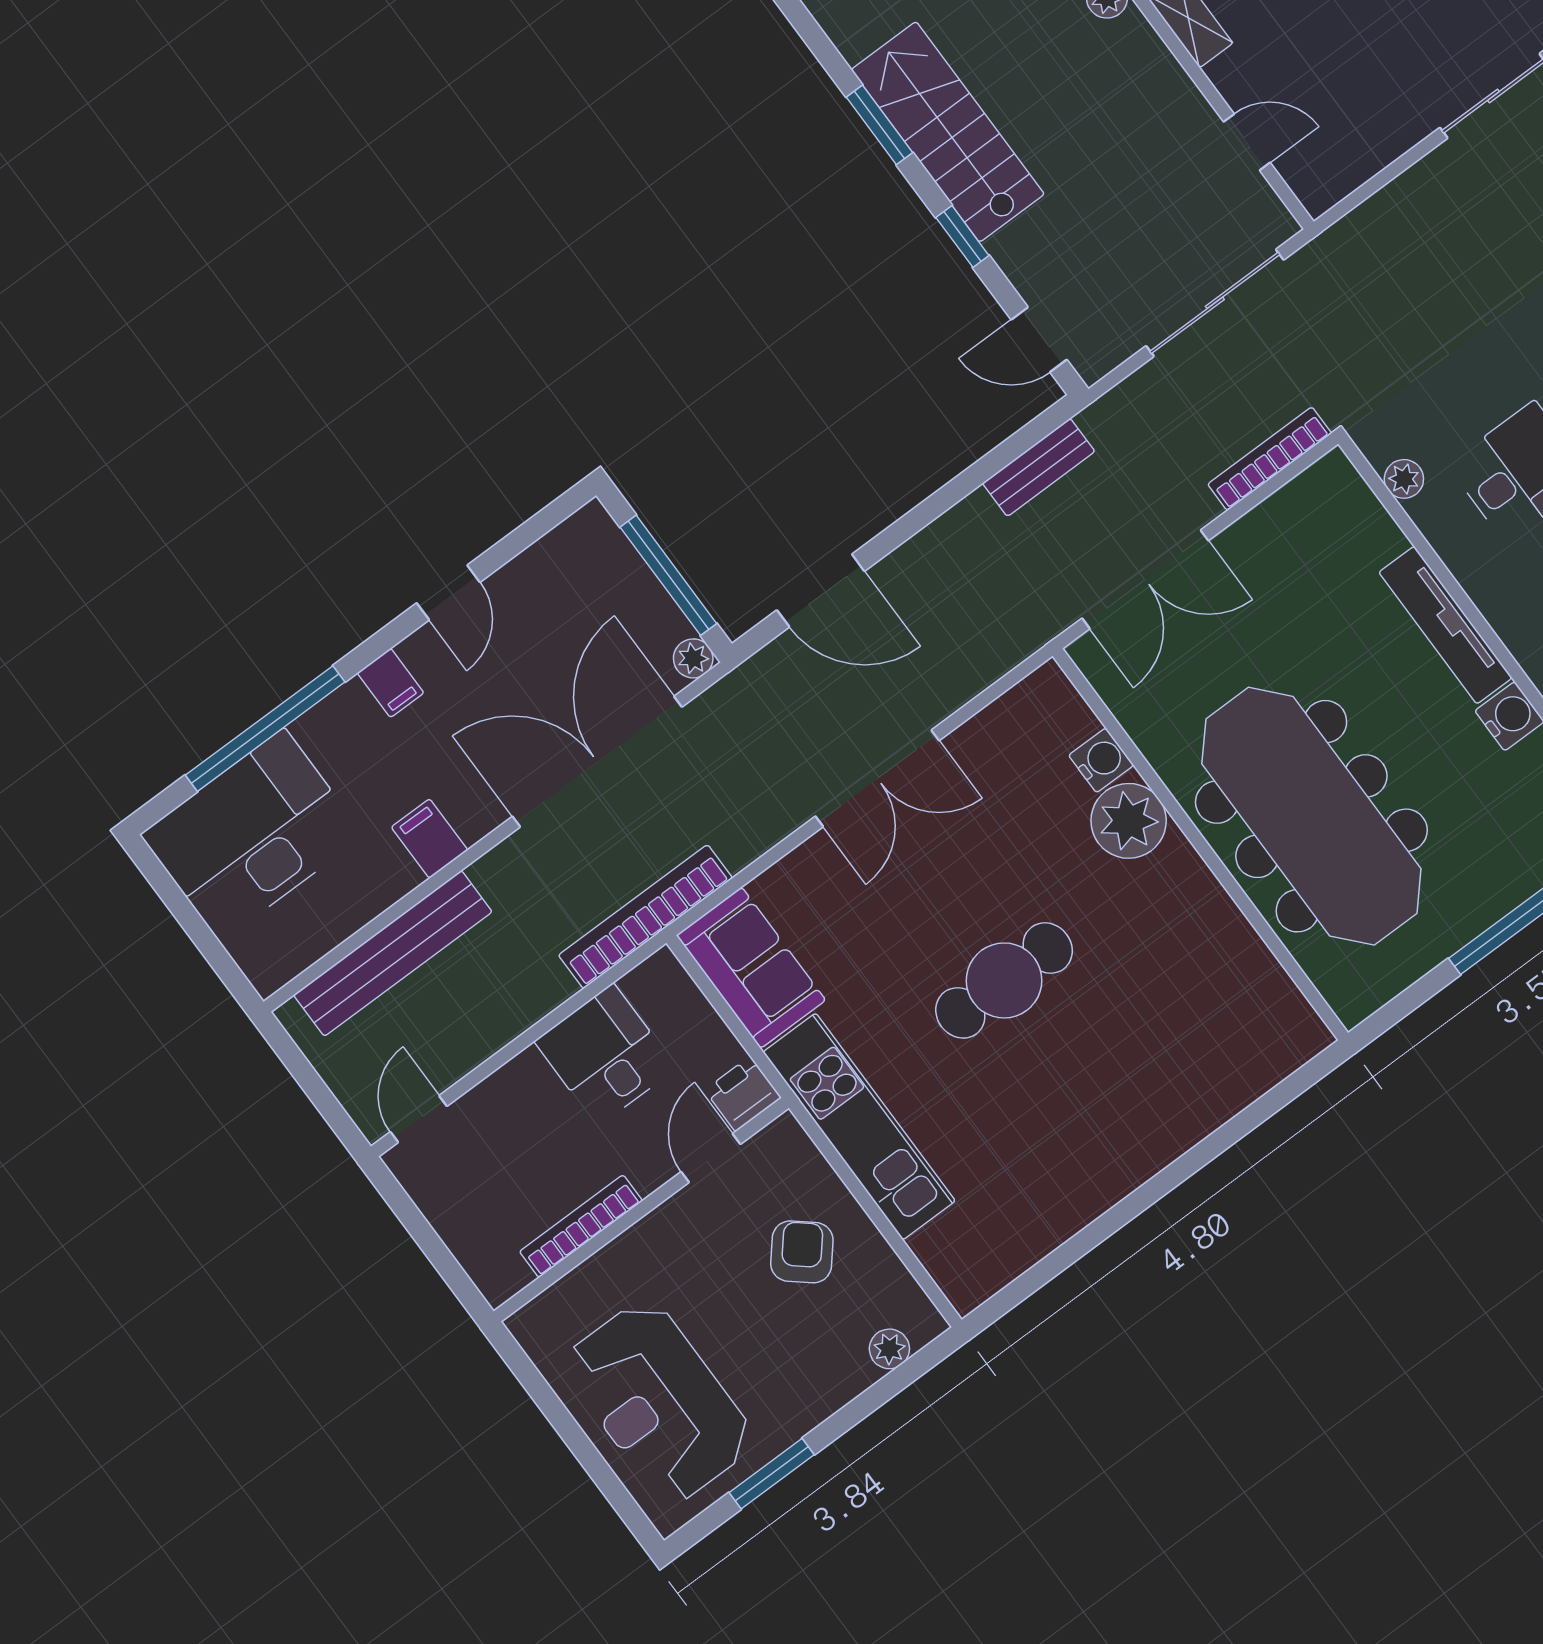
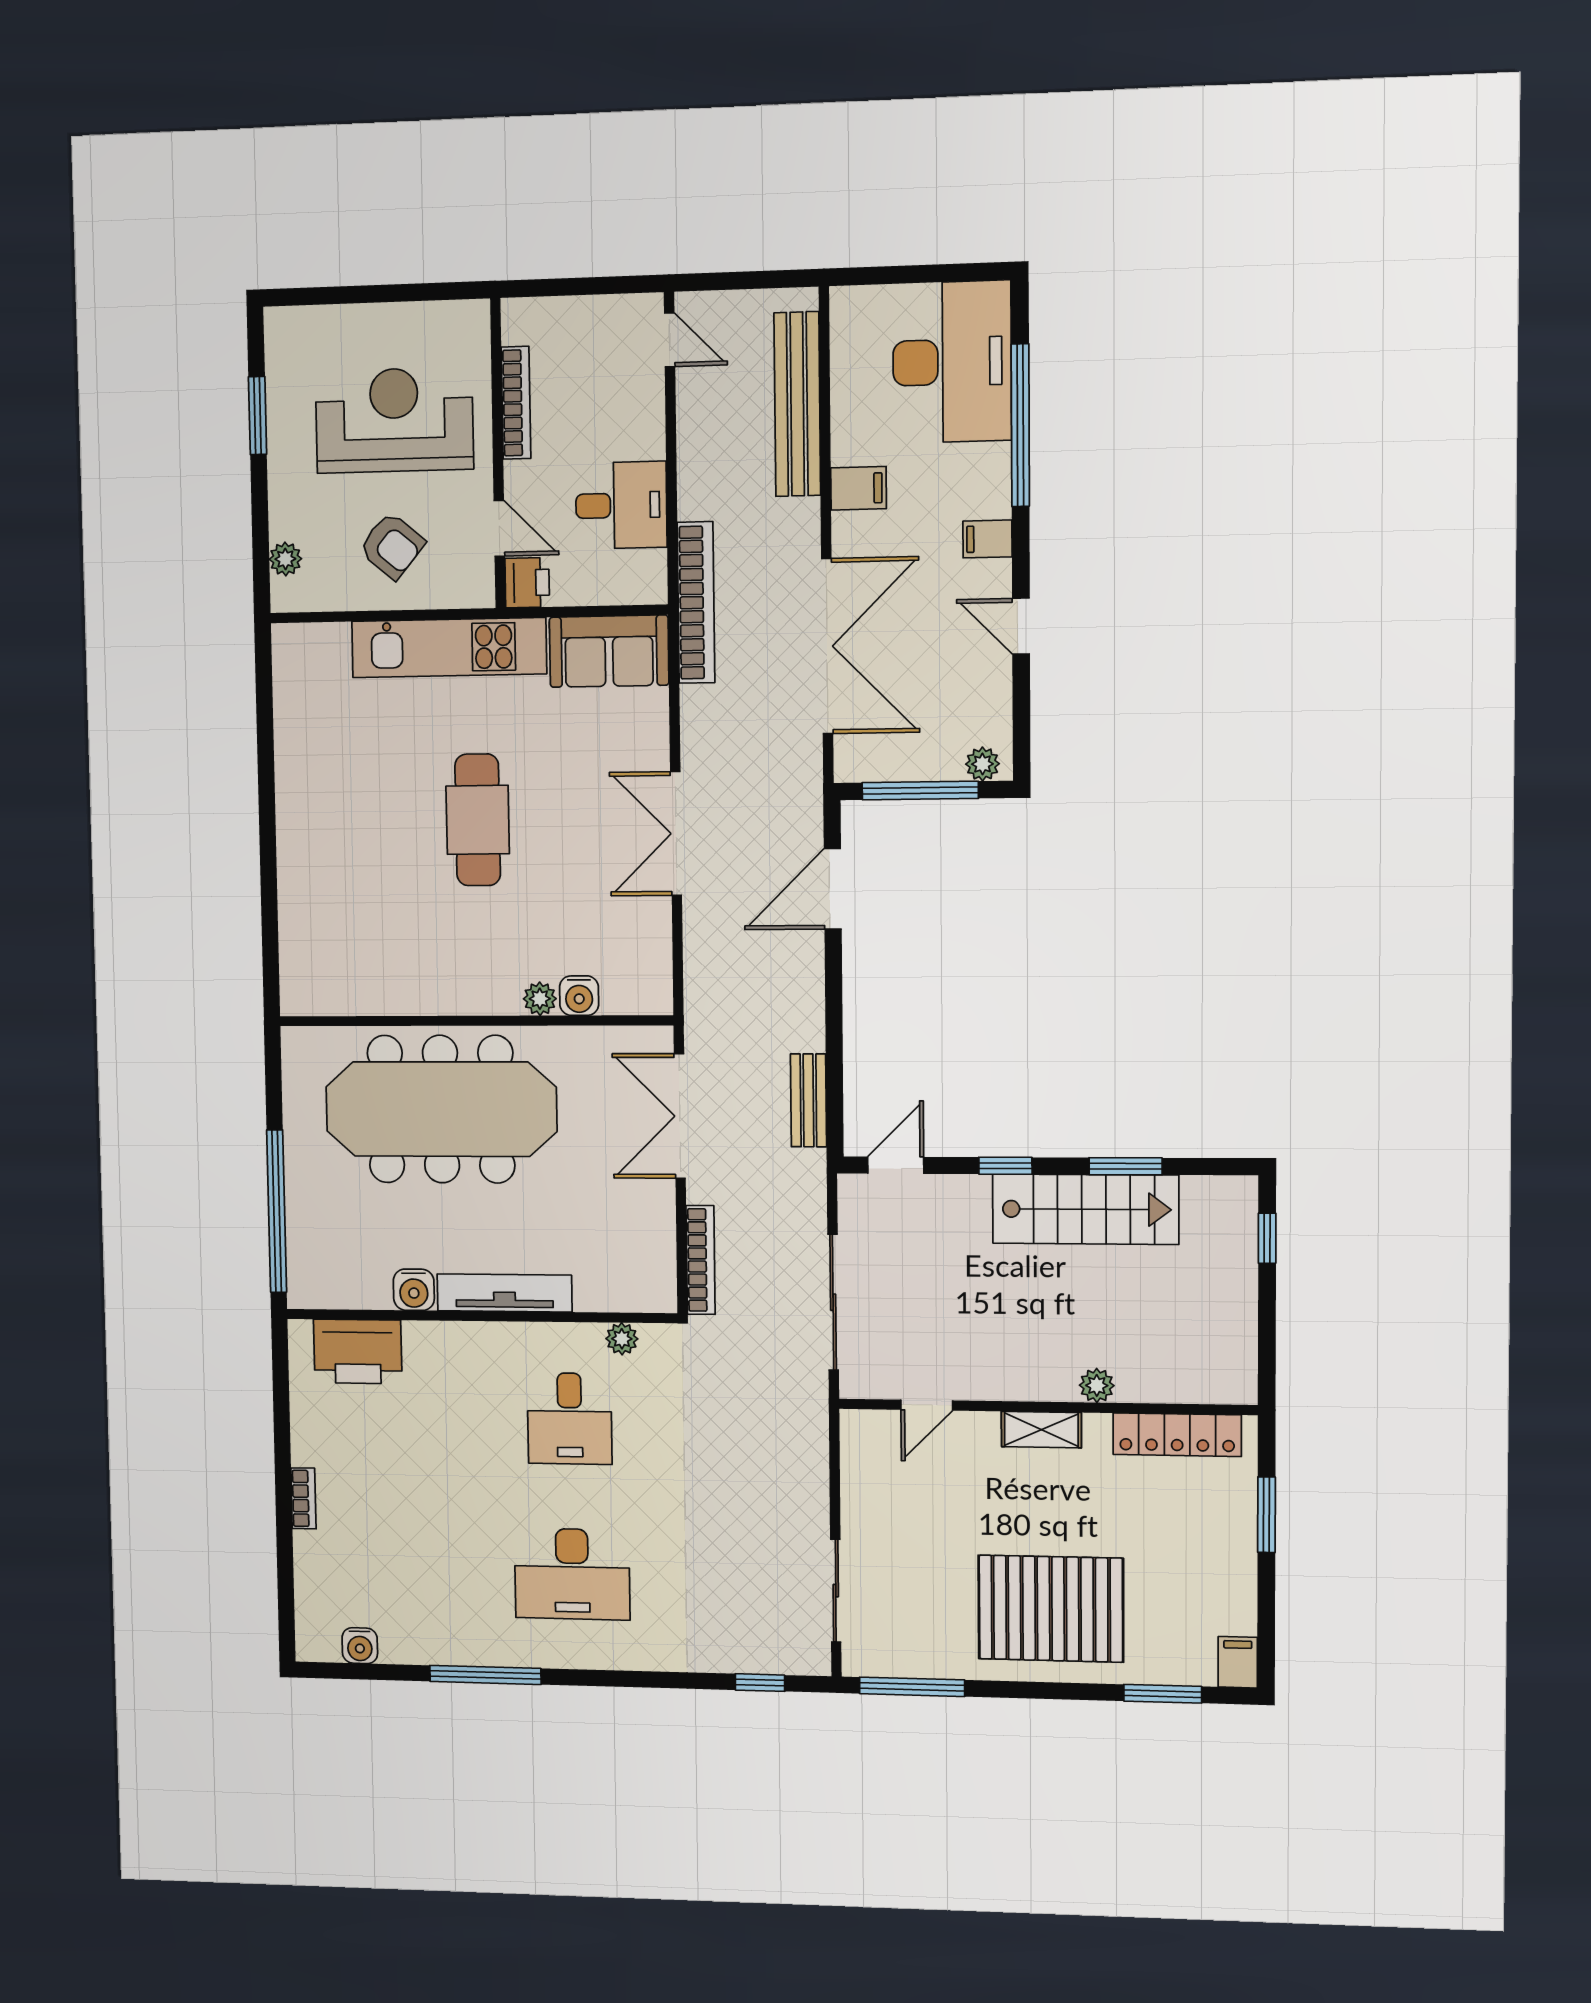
plant: (693, 658) -> (982, 764), moved
plant: (1129, 821) -> (540, 999), width x0.53, depth x0.53
reception desk: (659, 1402) -> (394, 420), moved

